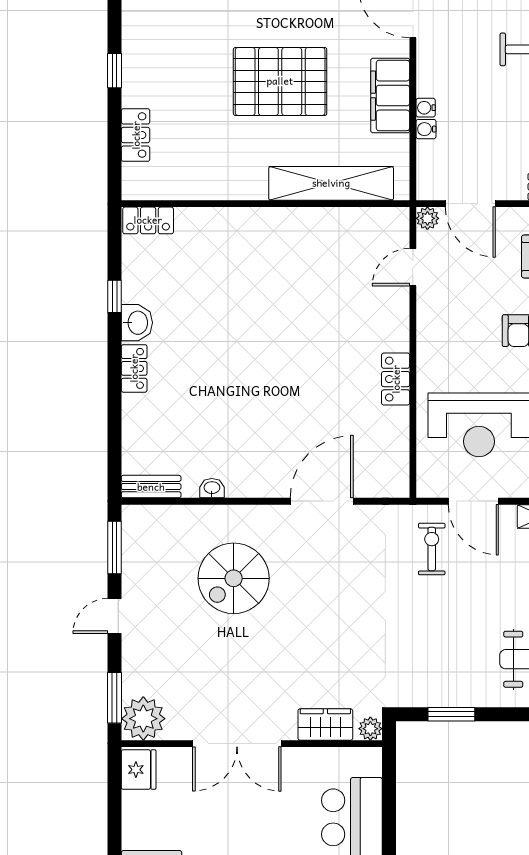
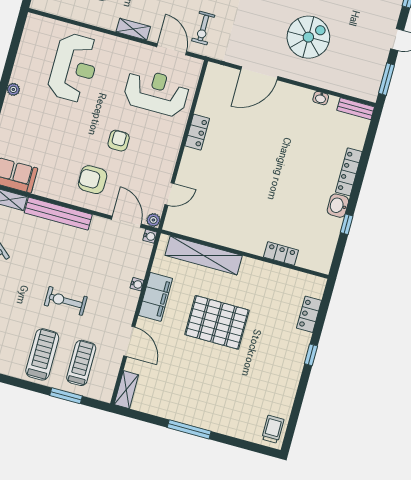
water cooler: (426, 129) -> (150, 236), moved
locker: (148, 220) -> (281, 254), moved
locker: (134, 368) -> (349, 172), width x1.53
spiral stairs: (234, 578) -> (308, 37), moved

